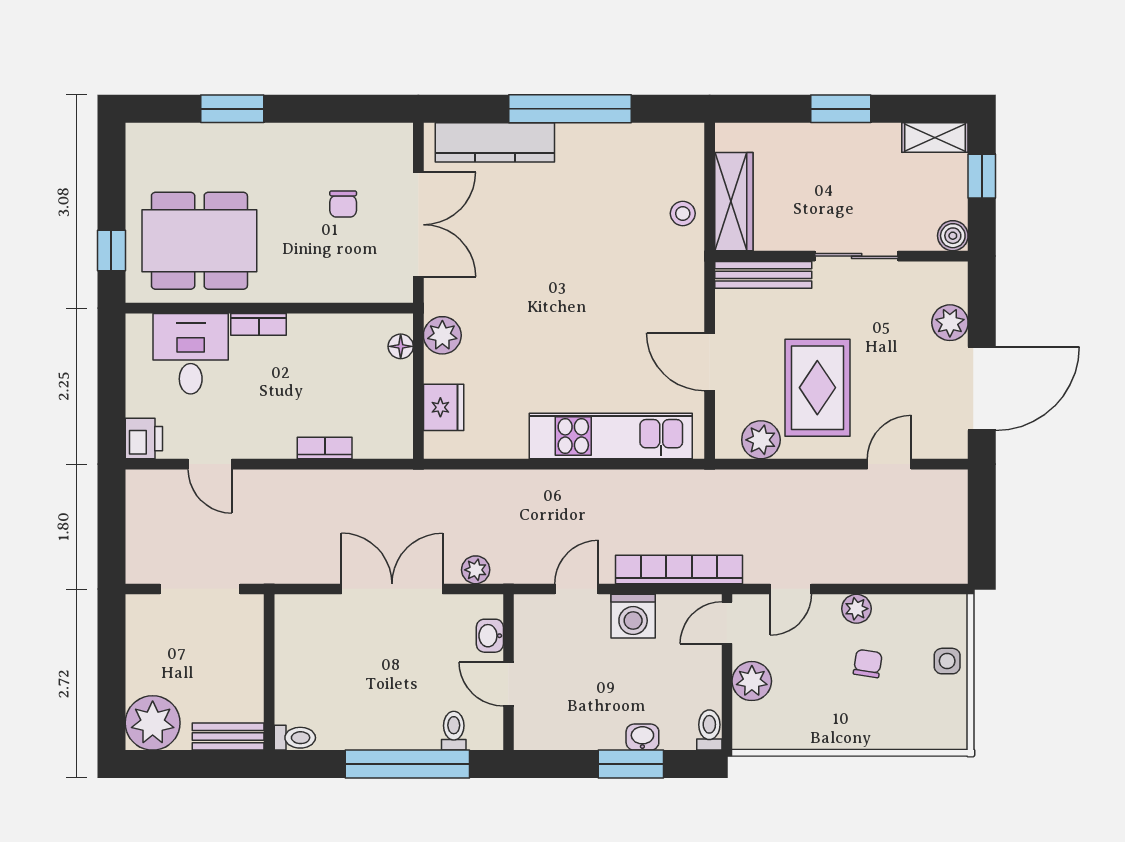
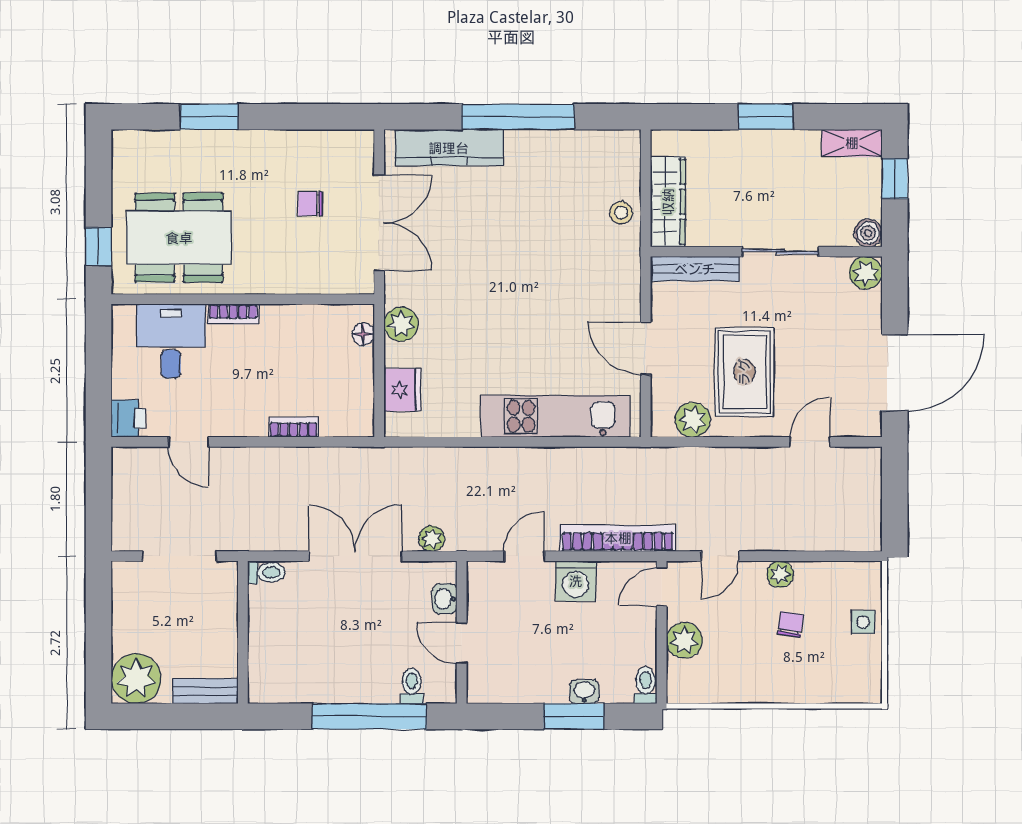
chair: (343, 204) -> (310, 204), turned 90
plant: (950, 323) -> (866, 273), moved
toilet: (295, 738) -> (266, 572), moved

